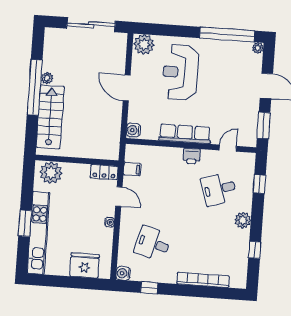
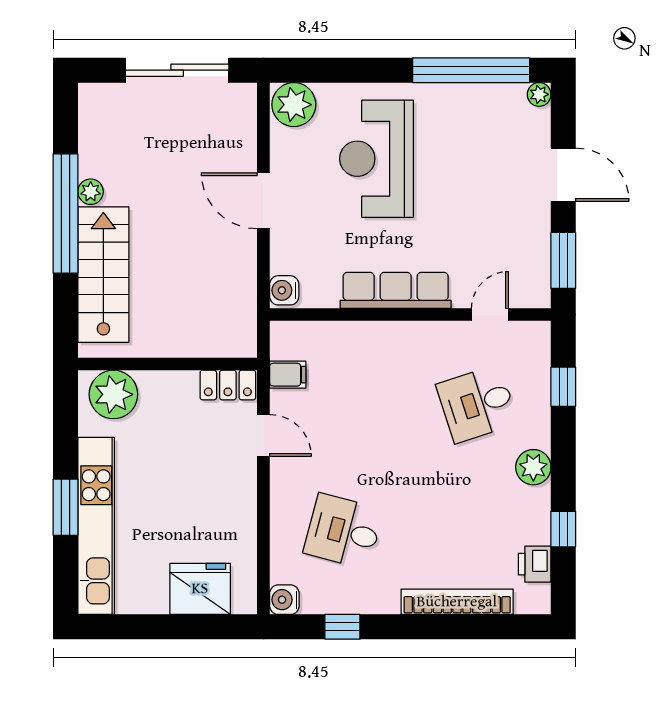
printer: (192, 156) -> (535, 564), moved, turned 90
water cooler: (110, 222) -> (247, 492), removed

